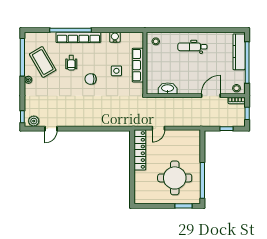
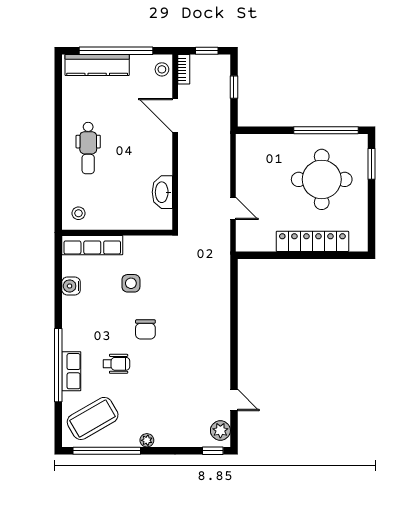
row of seats: (78, 37) -> (71, 371), width x0.50
coffee table: (43, 62) -> (93, 418), moved
row of seats: (138, 65) -> (92, 245), moved
locker: (140, 150) -> (312, 241), moved

